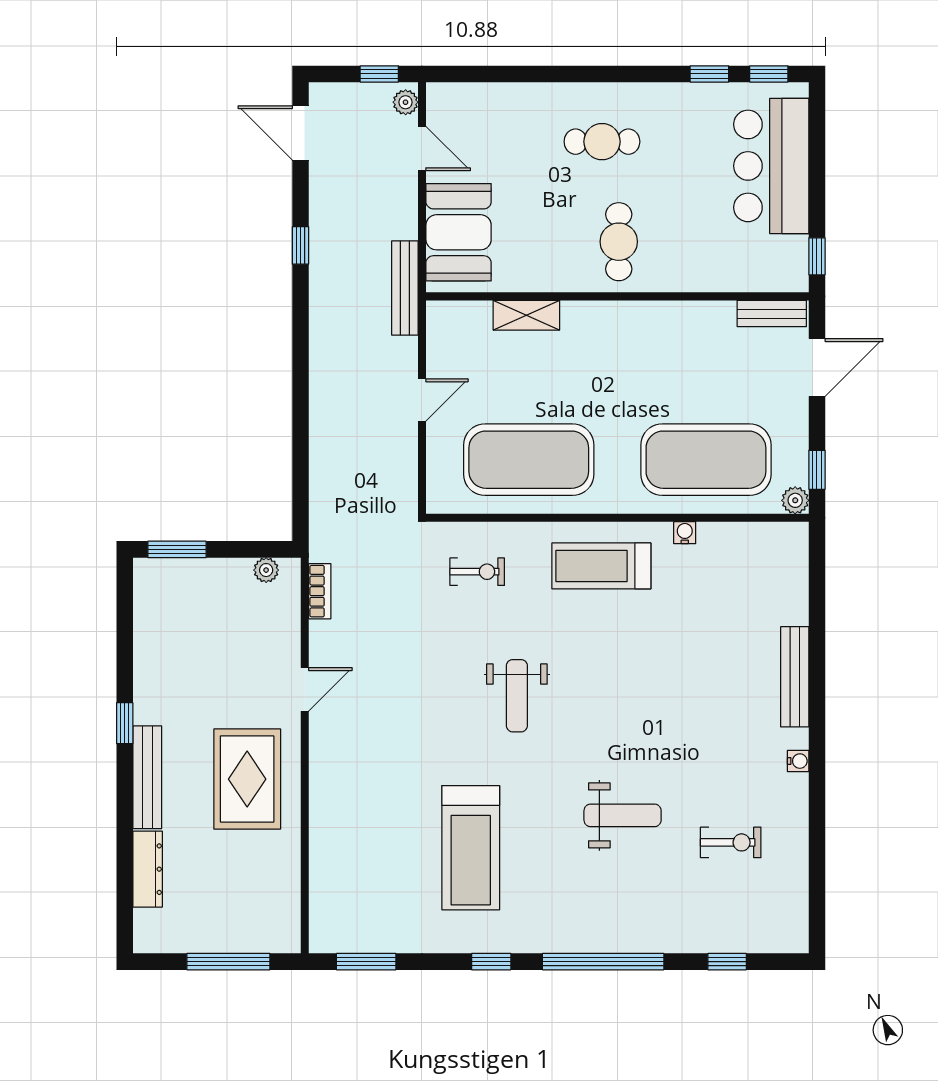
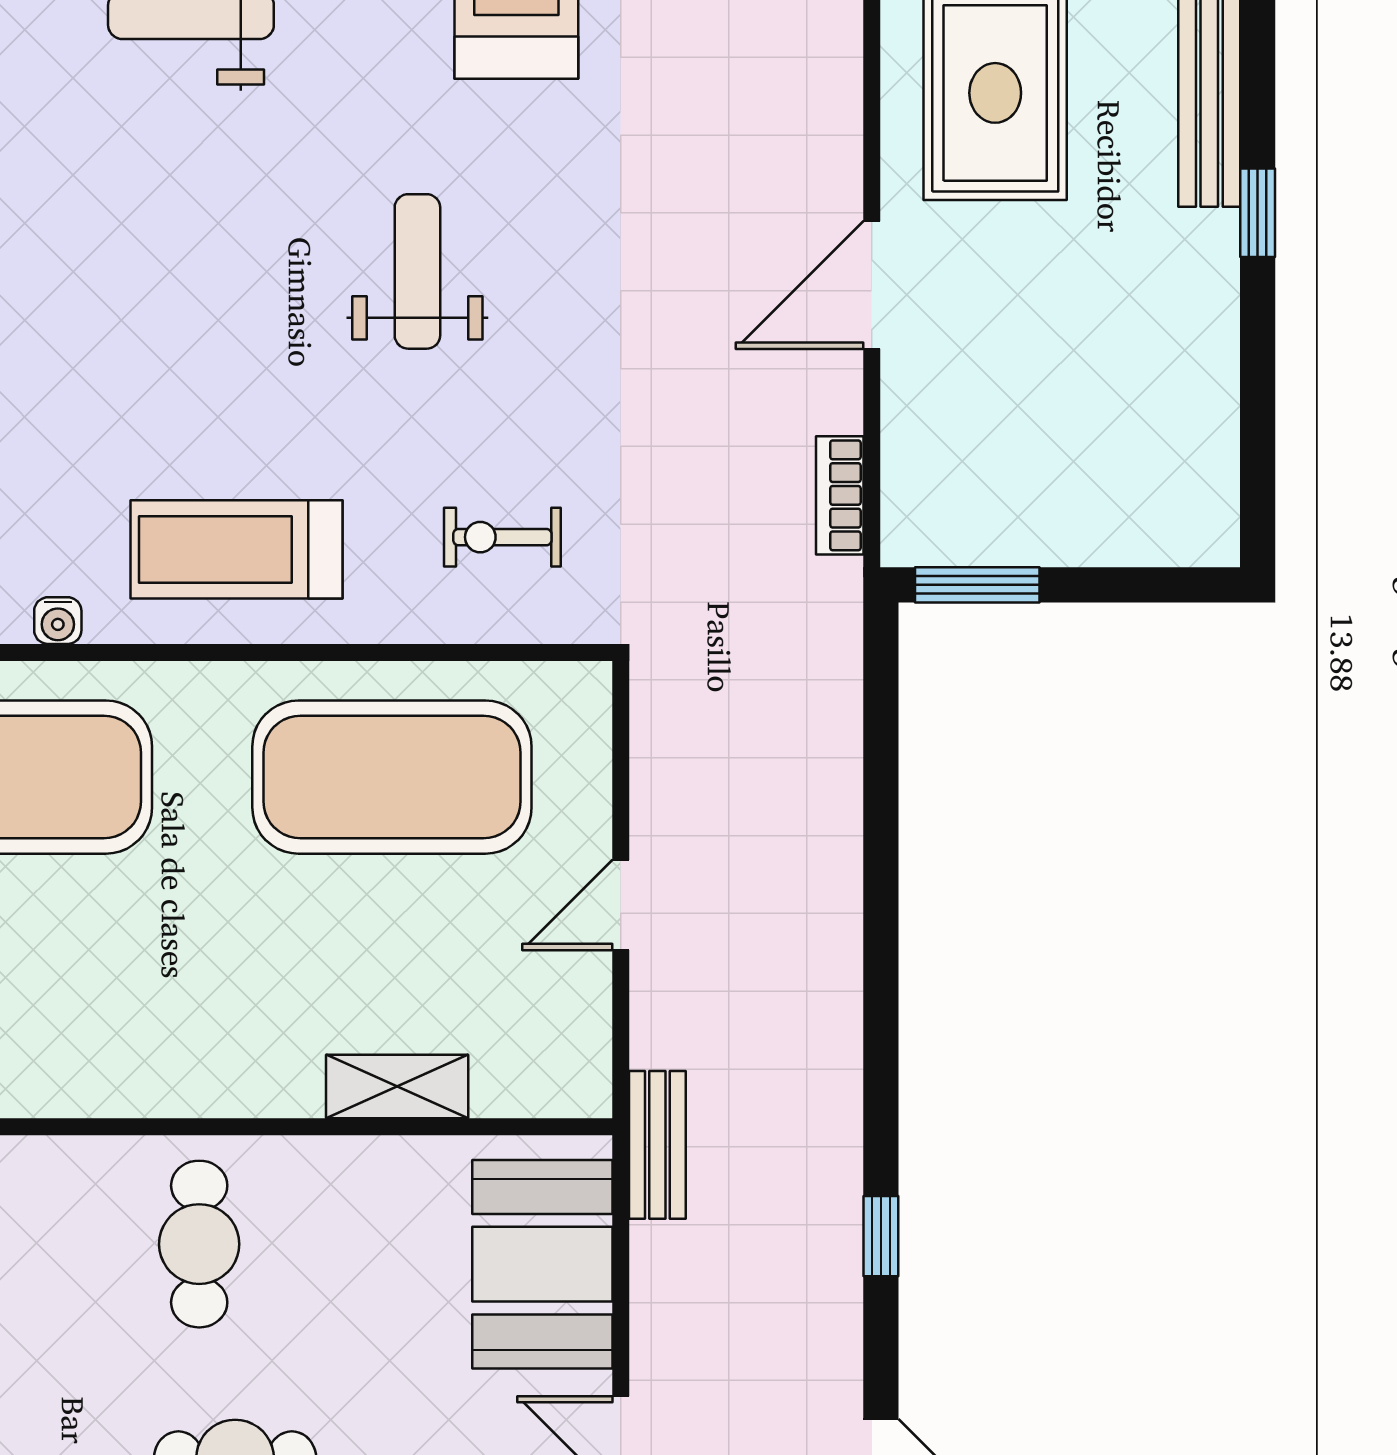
bench: (405, 288) -> (657, 1145), width x0.73
window: (177, 549) -> (977, 585), moved
treadmill: (601, 566) -> (236, 549), turned 180
plant: (266, 570) -> (955, 541), removed
door: (305, 689) -> (872, 285), width x1.38

